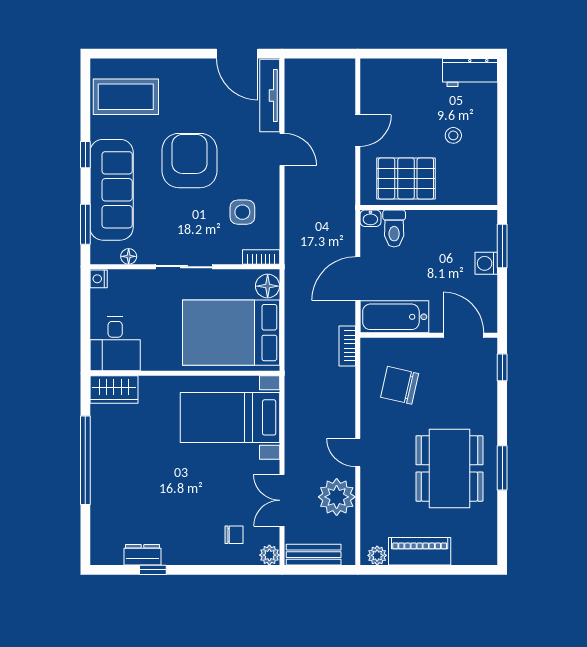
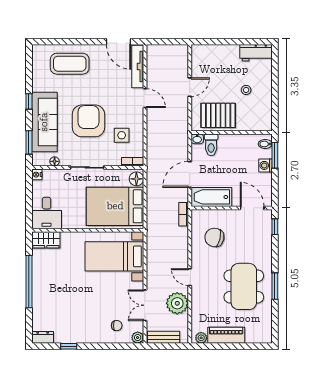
coffee table: (126, 97) -> (70, 64), moved
armchair: (189, 161) -> (88, 121), moved
bidet: (486, 227) -> (265, 144), added
dresser: (143, 555) -> (43, 337), moved

